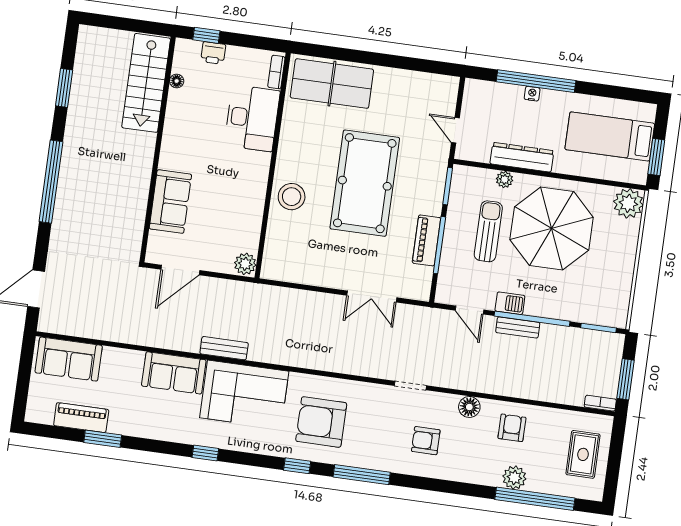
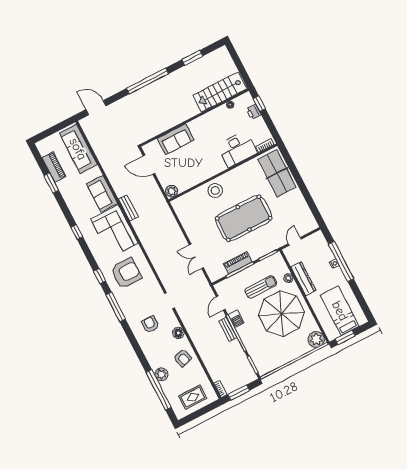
sofa: (69, 359) -> (78, 149), width x1.36
armchair: (321, 422) -> (126, 273), turned 90
armchair: (512, 428) -> (182, 358), turned 72

